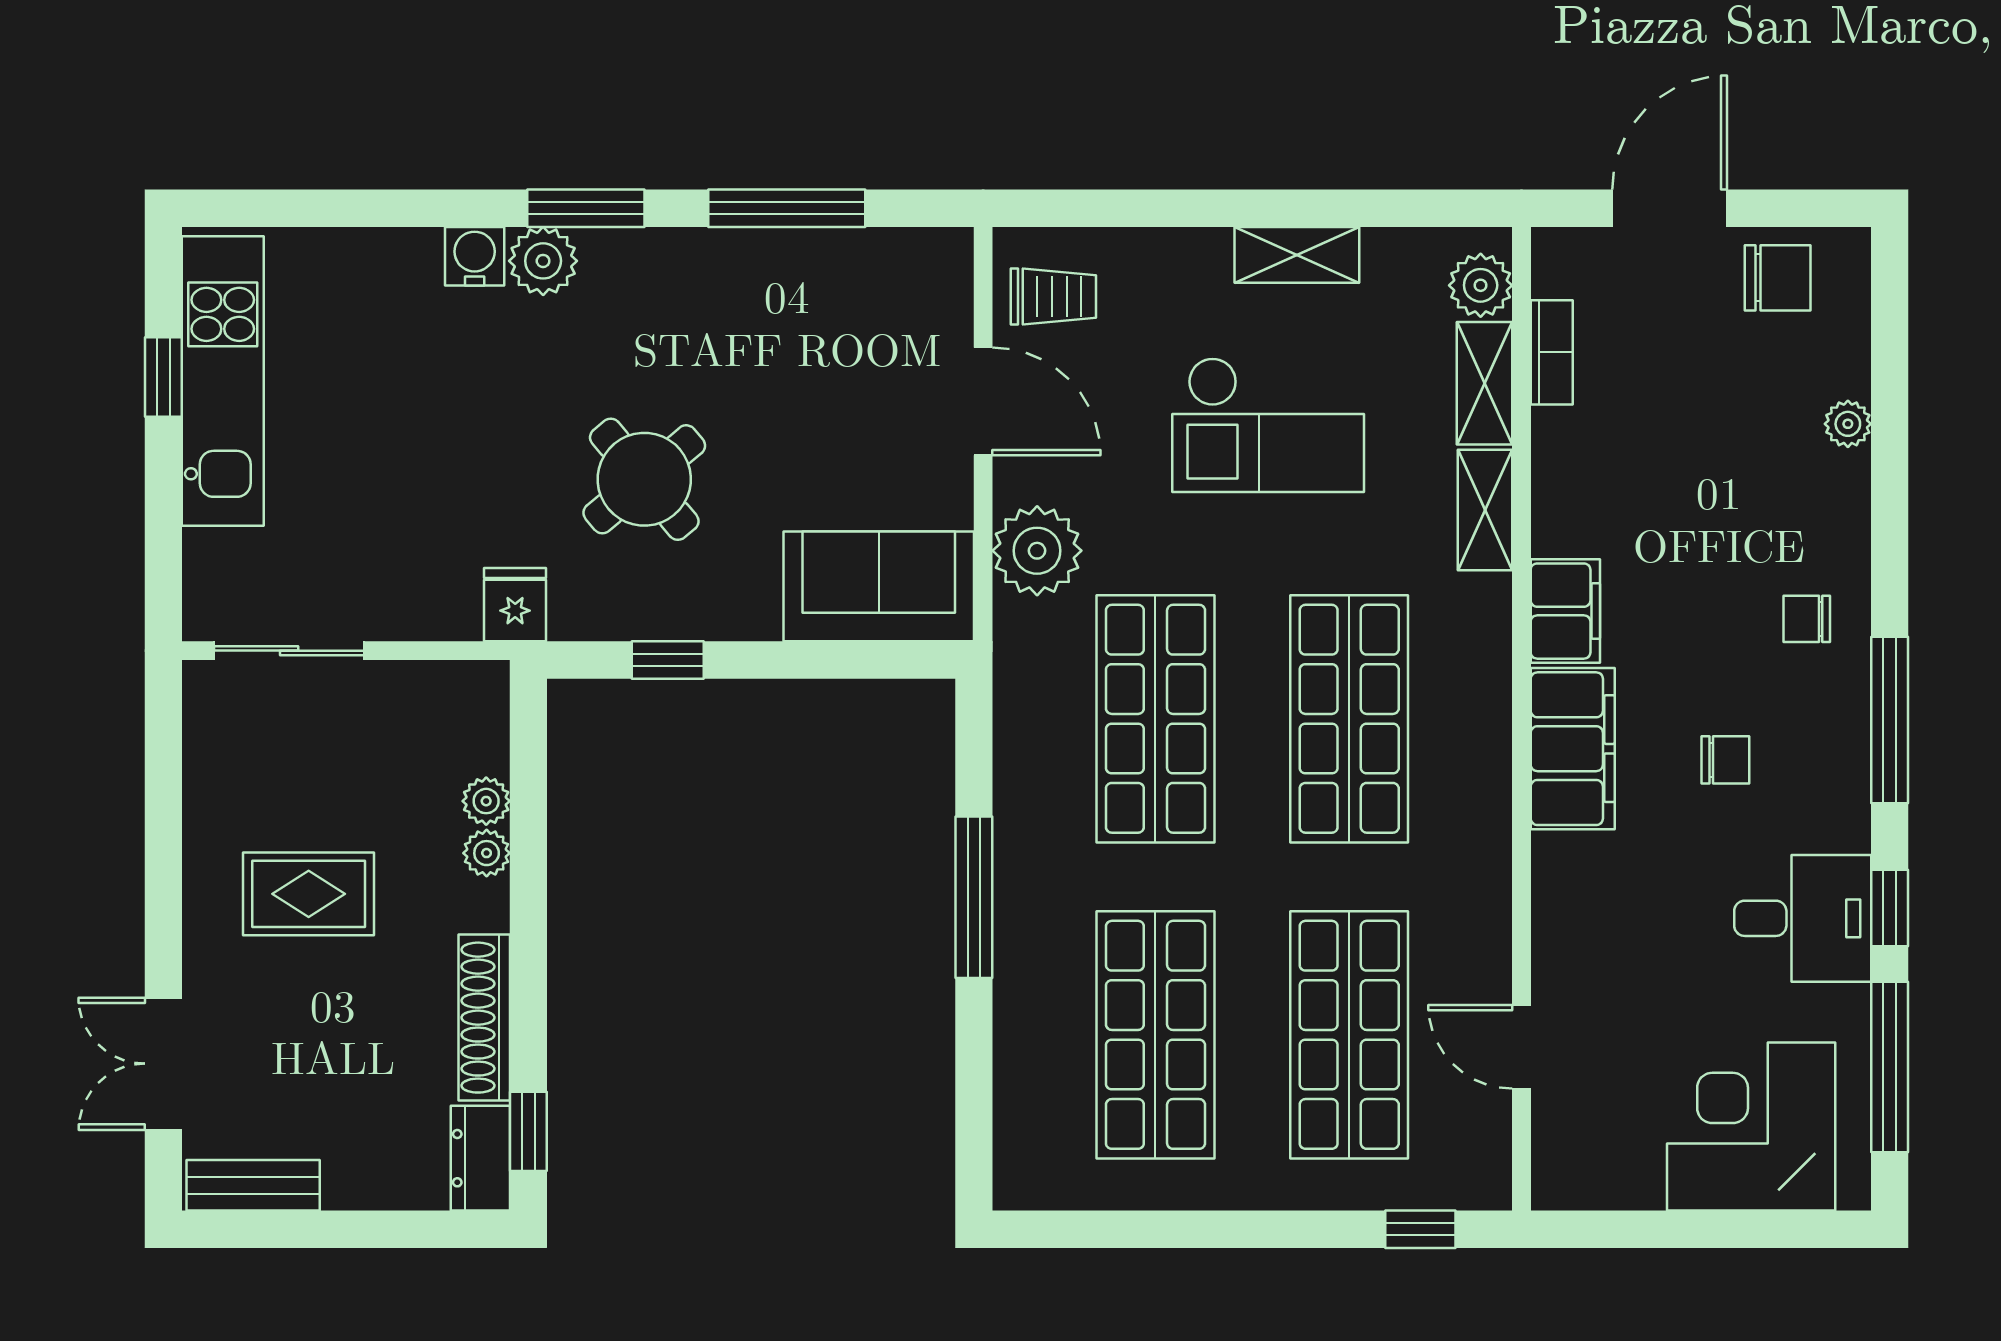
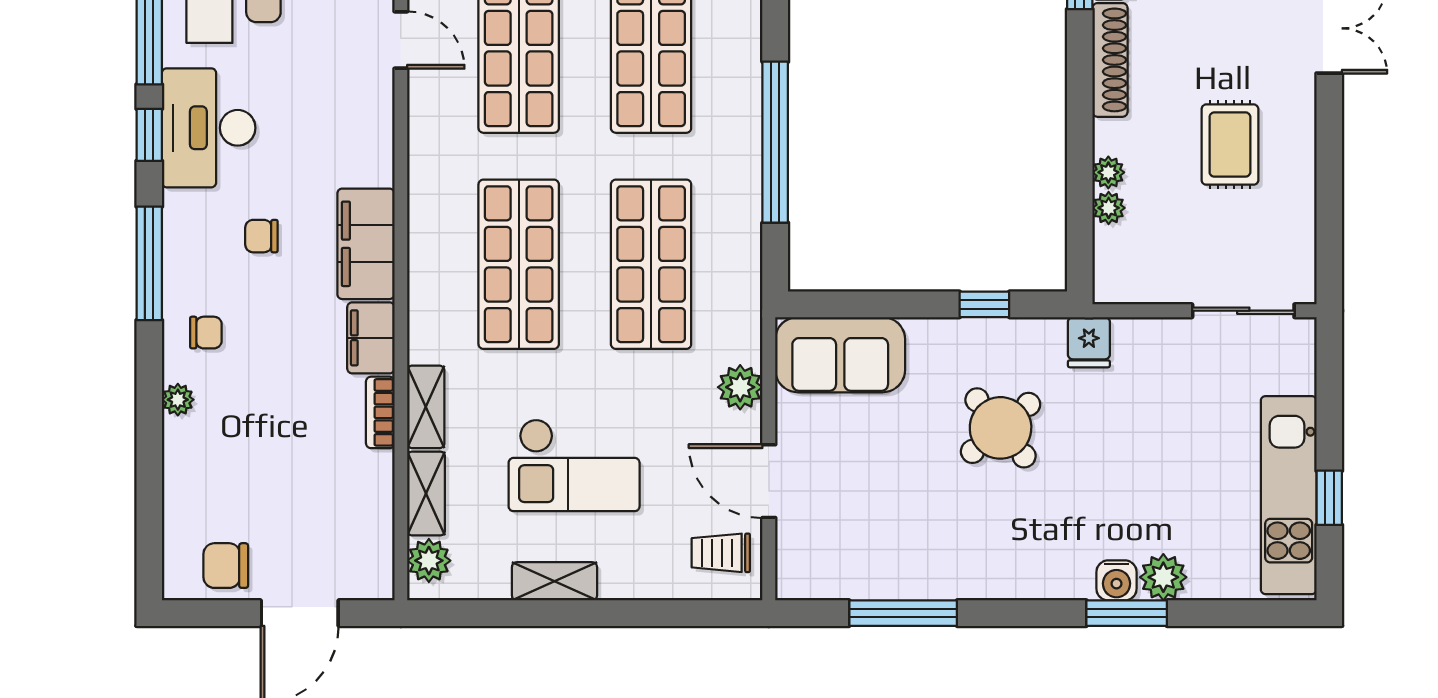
window: (586, 208) -> (1127, 613), moved
plant: (543, 261) -> (1163, 577), moved
bookcase: (1552, 352) -> (380, 412), moved
plant: (1848, 424) -> (178, 400), moved
checkout: (1268, 425) -> (574, 465), turned 180
plant: (1037, 551) -> (740, 387), width x0.73, depth x0.73
rug: (309, 894) -> (1230, 145), turned 90
window: (974, 897) -> (775, 142), width x1.46
desk: (1803, 918) -> (209, 128), width x1.37

